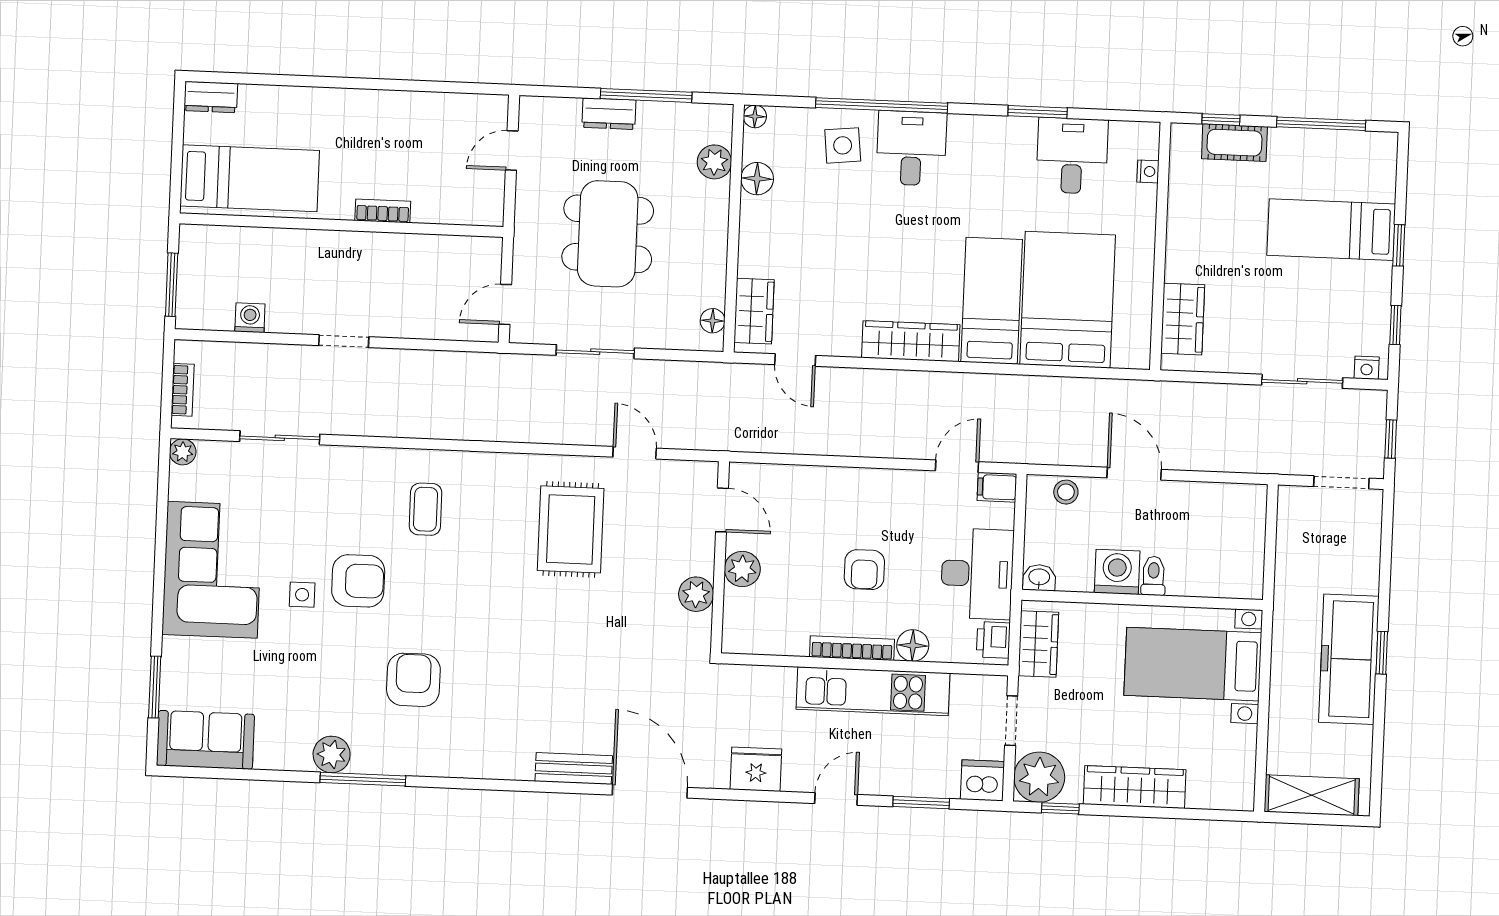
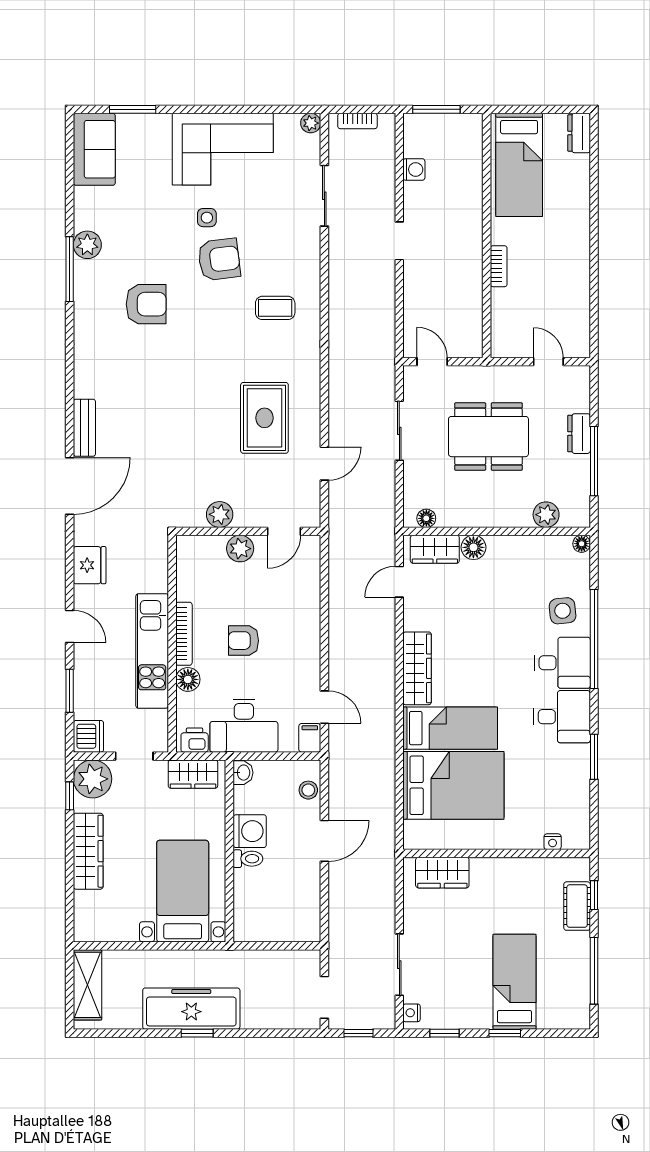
desk: (1072, 156) -> (562, 717), moved
floor lamp: (757, 179) -> (473, 547), moved
rug: (571, 529) -> (264, 418), turned 90
armchair: (358, 581) -> (219, 259), turned -97

